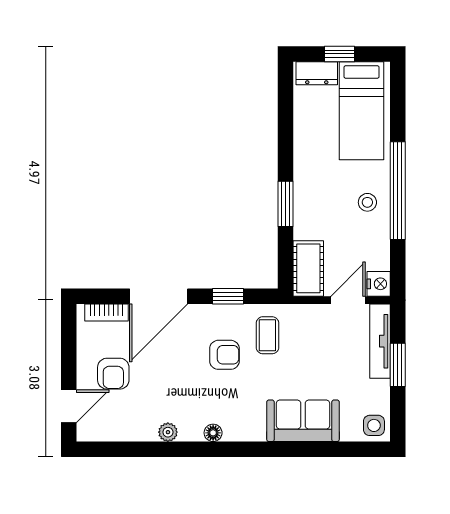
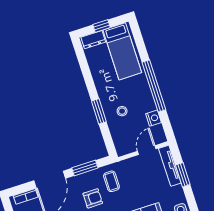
stool: (367, 202) -> (122, 111), moved
cot: (308, 268) -> (121, 140), removed
nightstand: (379, 284) -> (154, 118), moved
window: (228, 296) -> (85, 168), width x1.50

